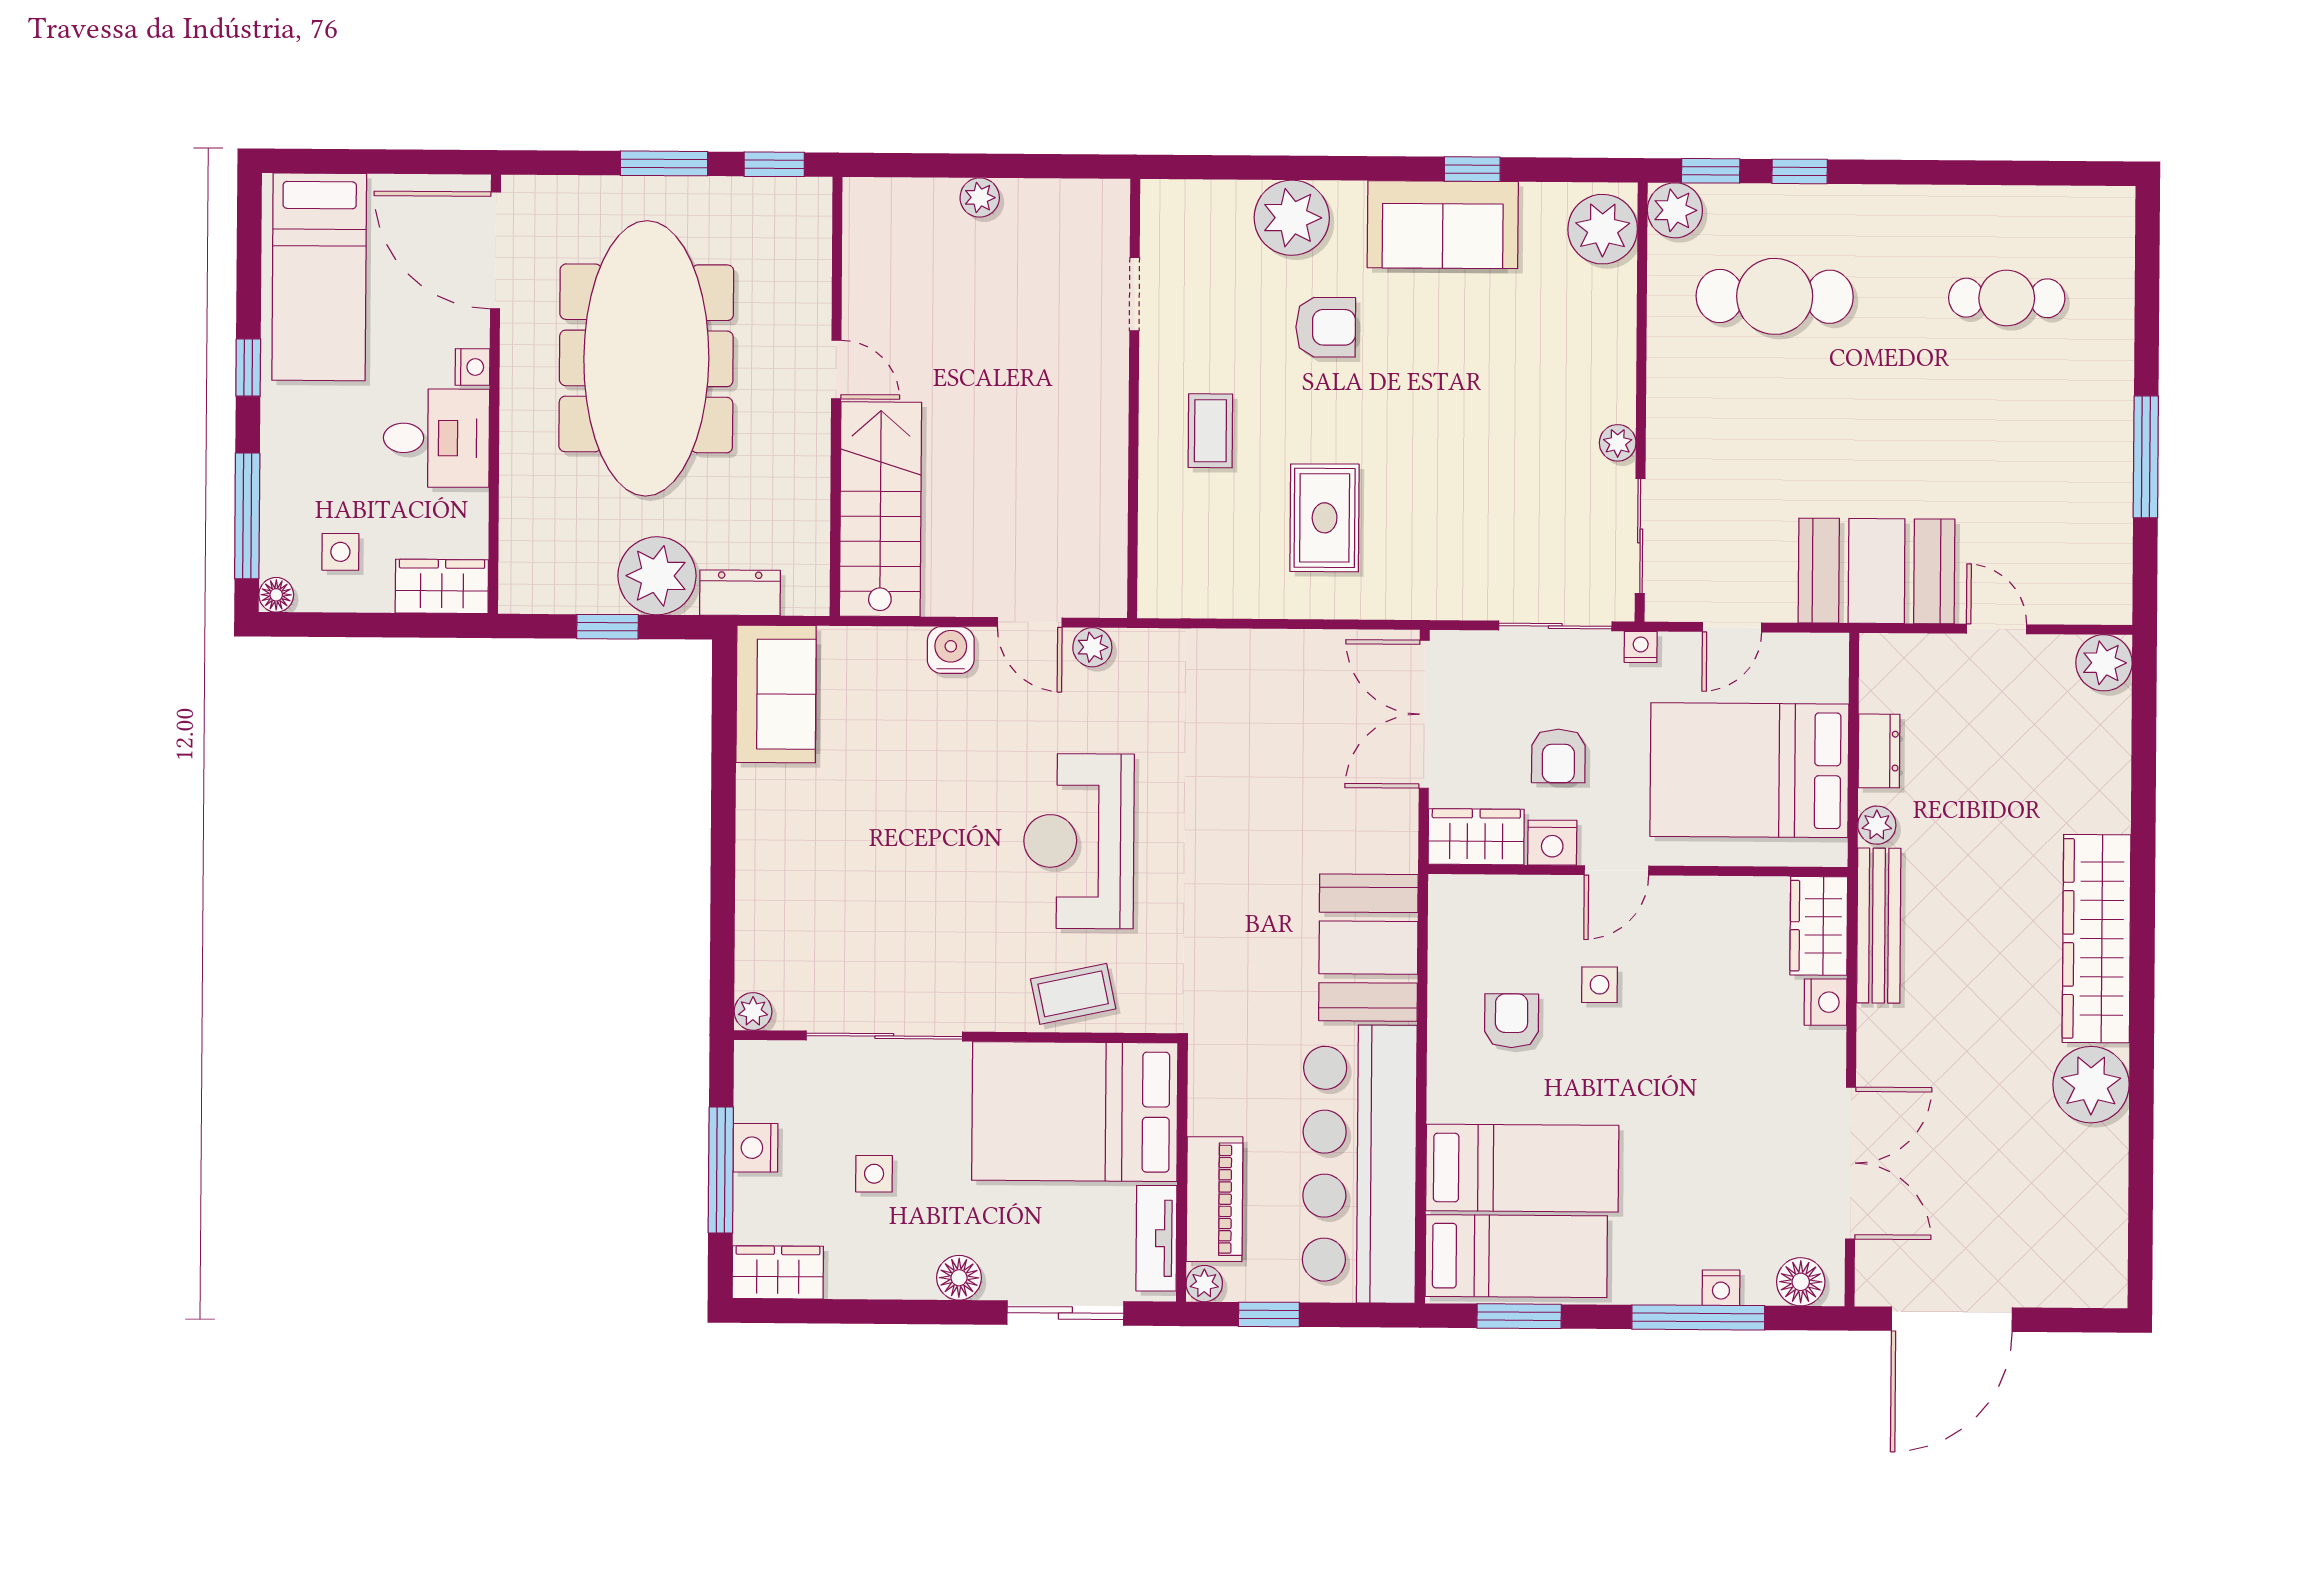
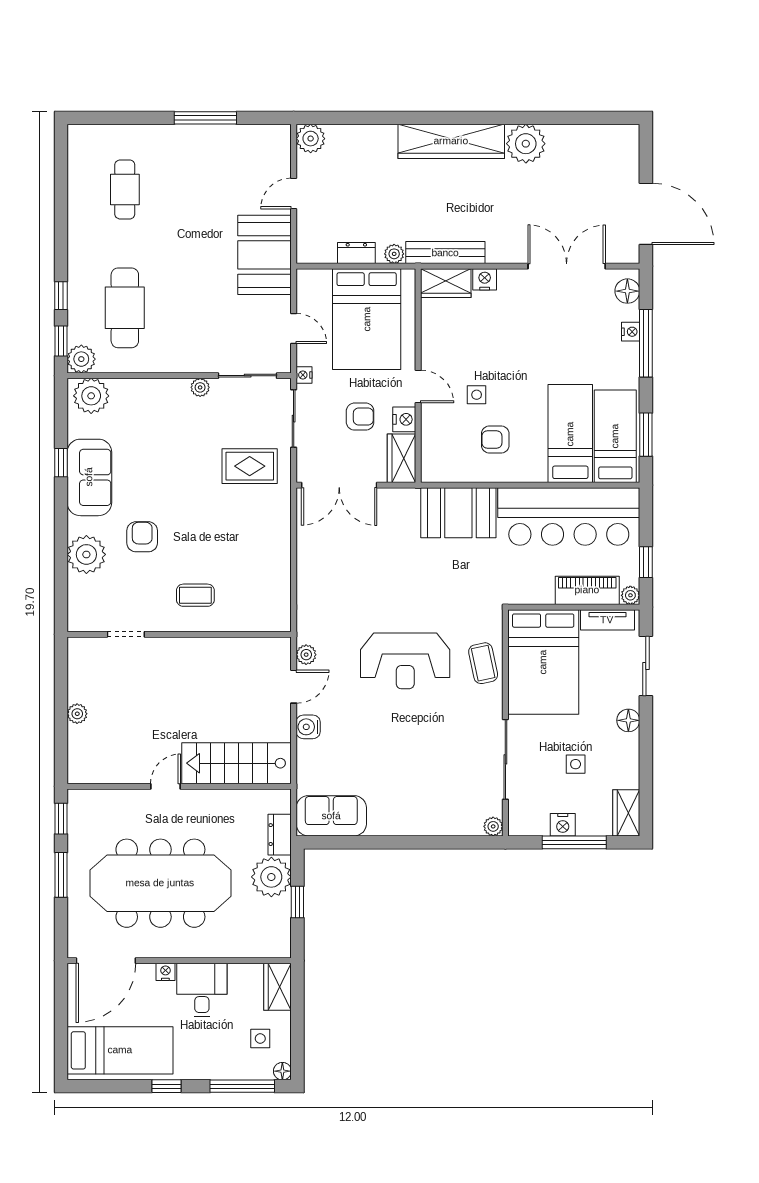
rug: (1325, 518) -> (250, 466), moved

